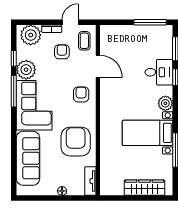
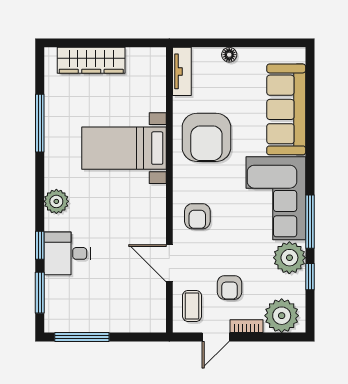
bed with nightstands: (148, 133) -> (124, 148), moved, turned 180

